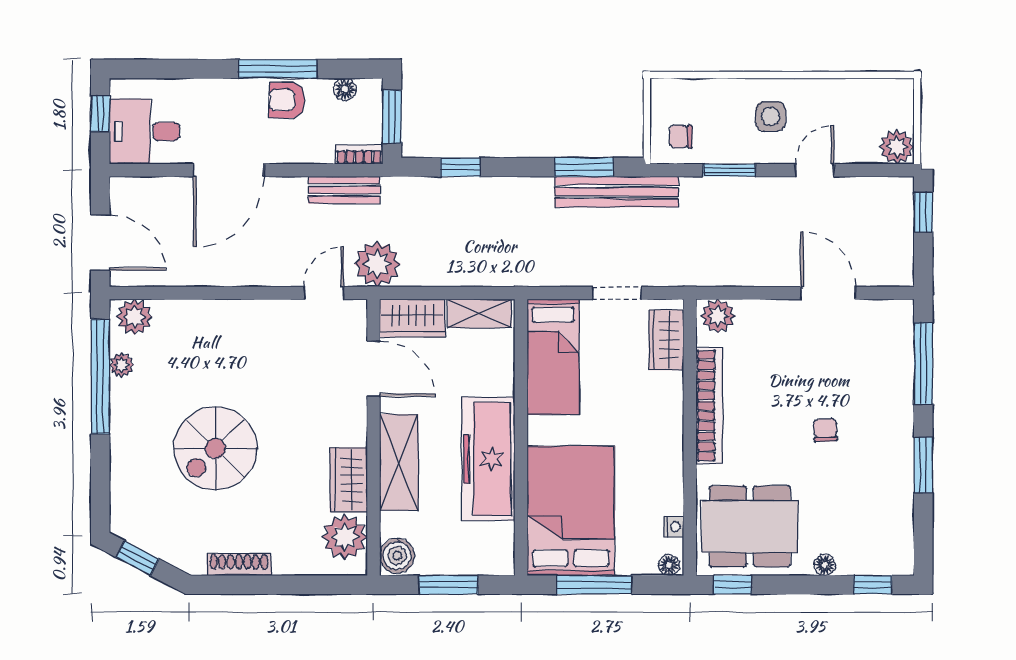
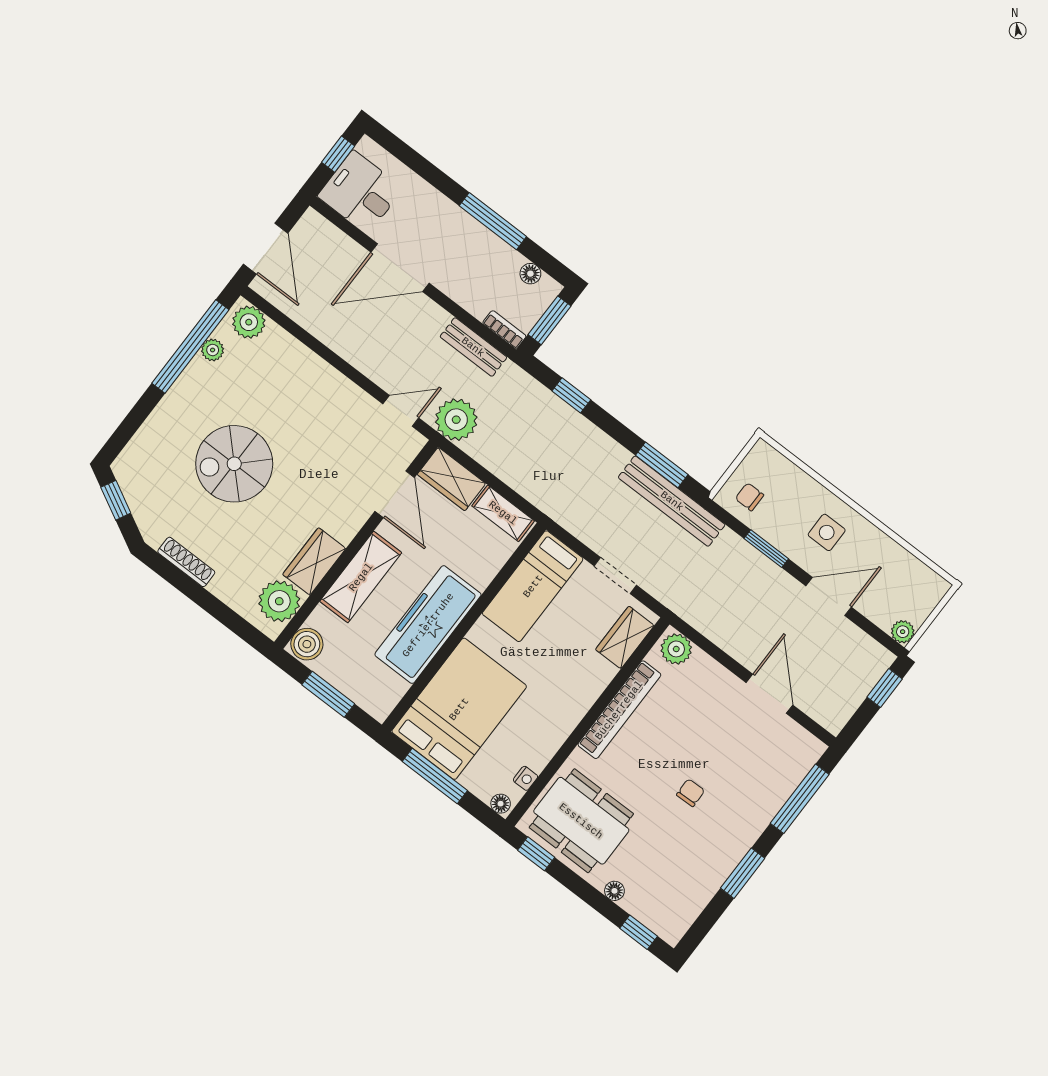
armchair: (287, 100) -> (482, 249), removed
plant: (897, 147) -> (903, 632), width x0.73, depth x0.73
door: (815, 170) -> (829, 596), width x1.38

